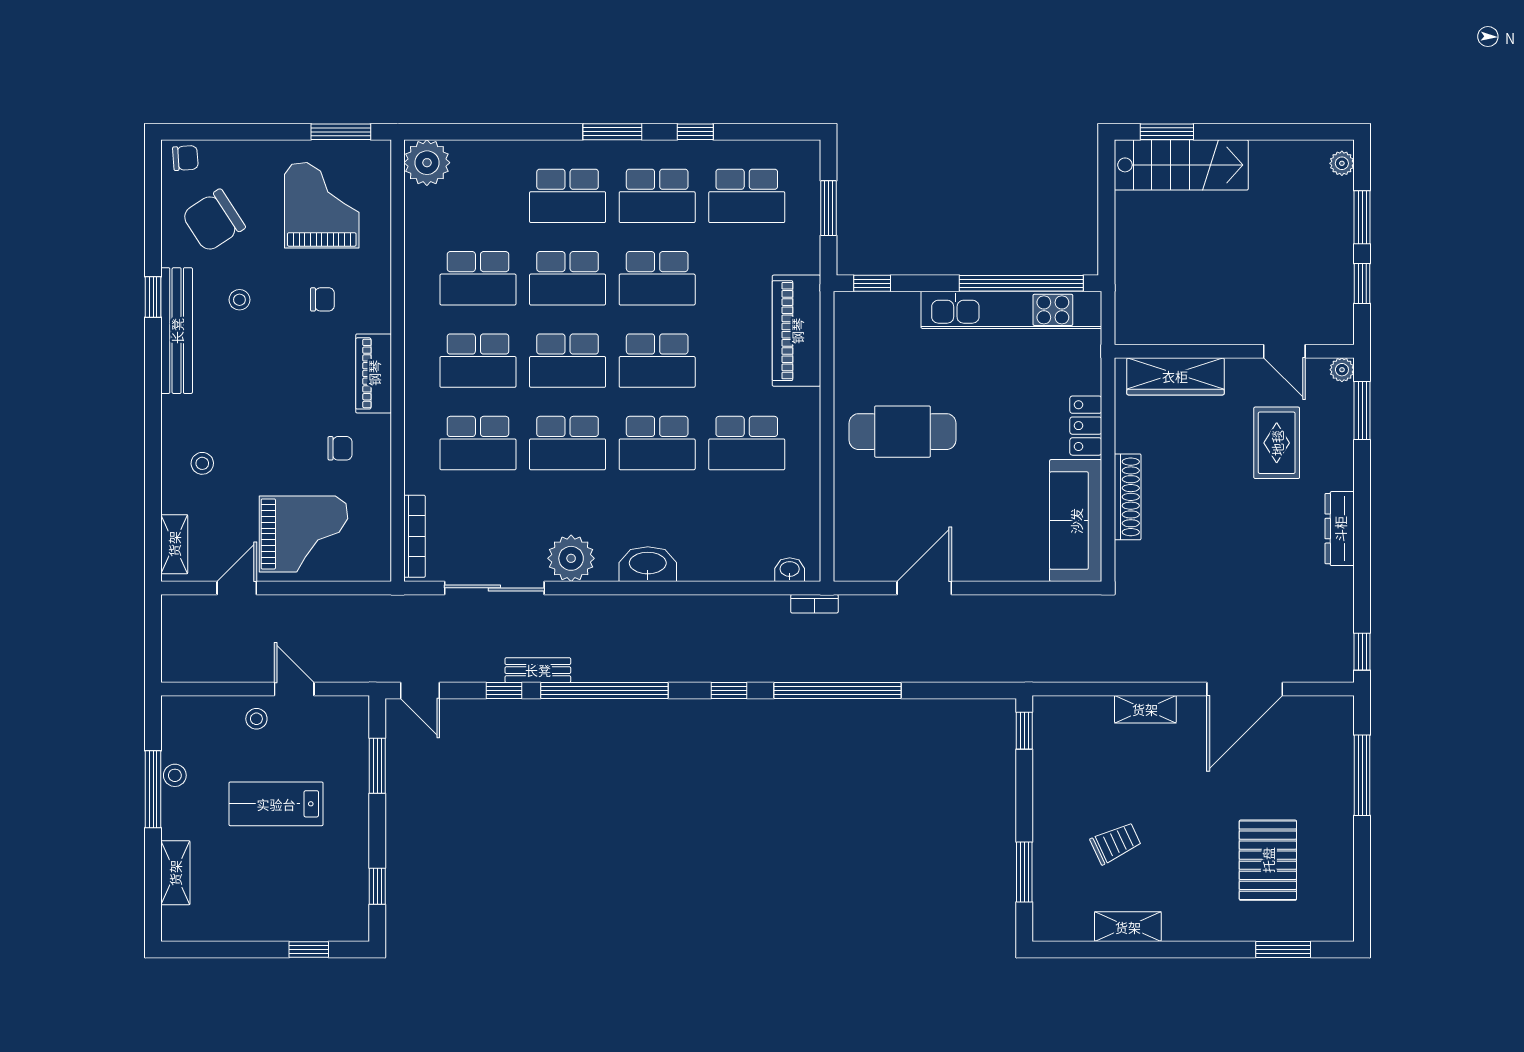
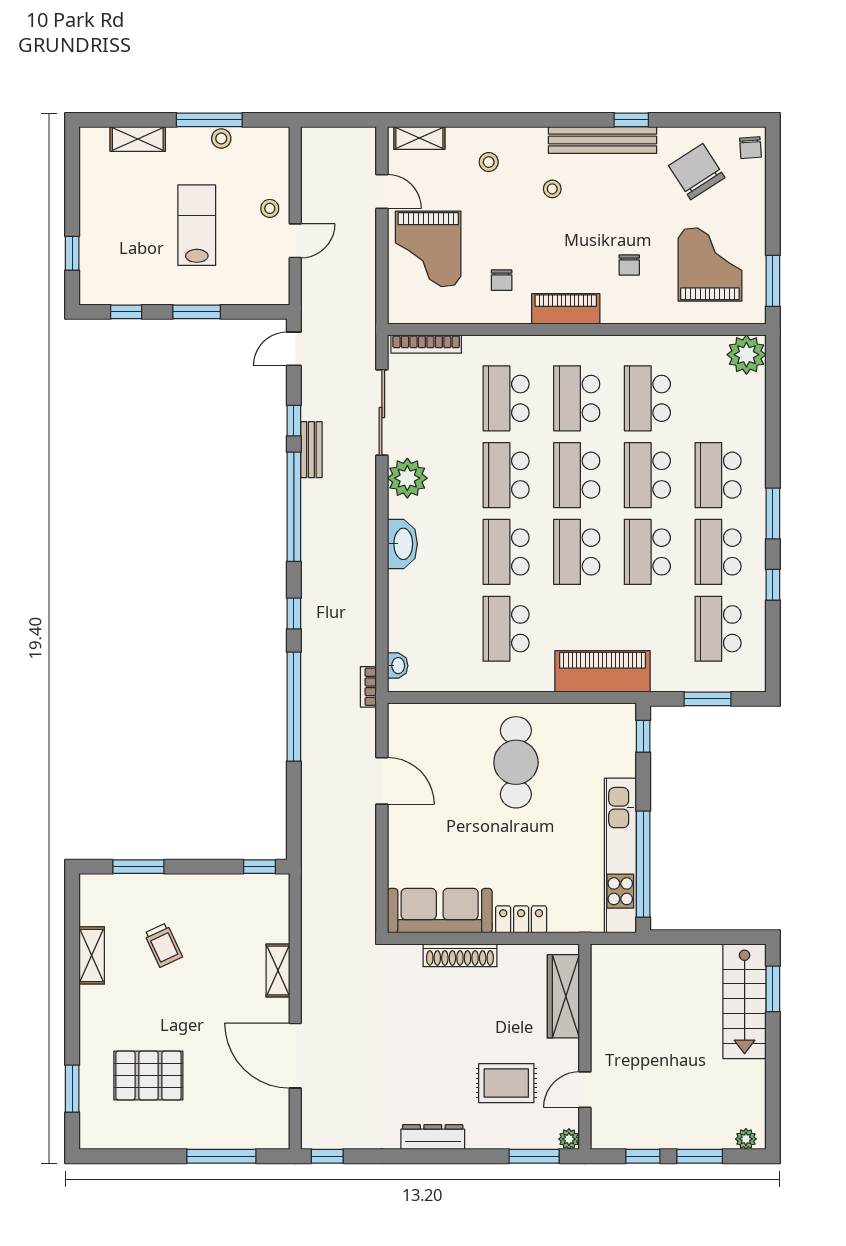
grand piano: (322, 205) -> (710, 264), turned -90
stool: (239, 300) -> (552, 189), moved
window: (377, 766) -> (197, 312), moved

